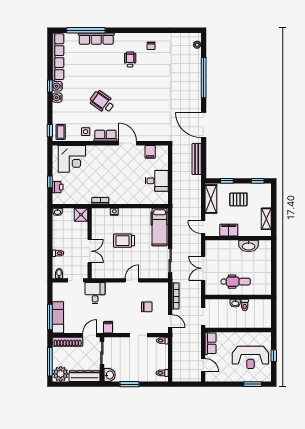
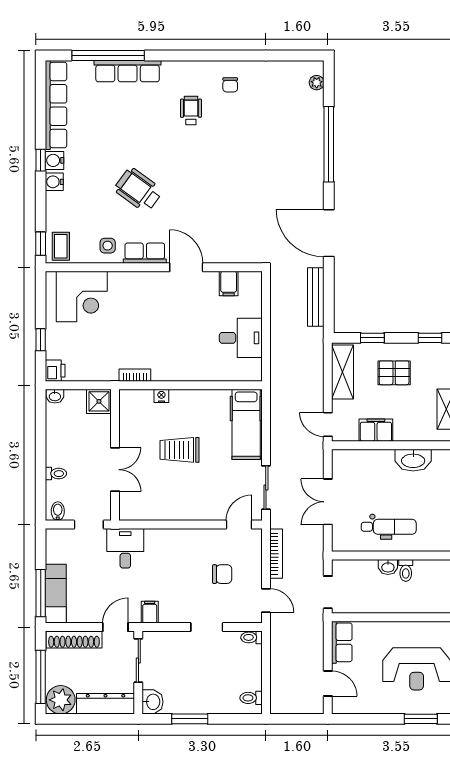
printer: (58, 187) -> (55, 371), moved
door: (132, 280) -> (239, 525), moved

